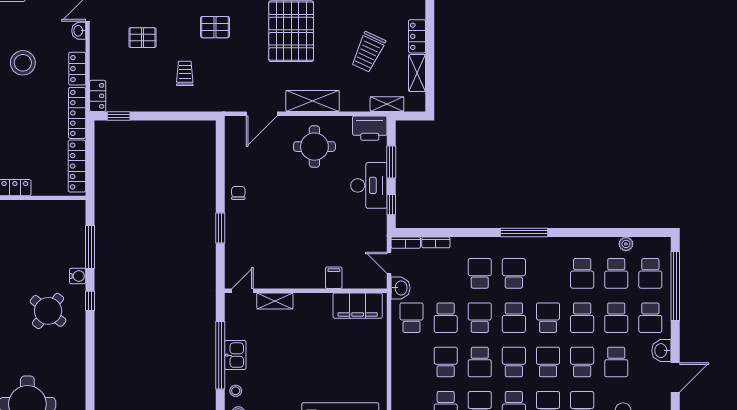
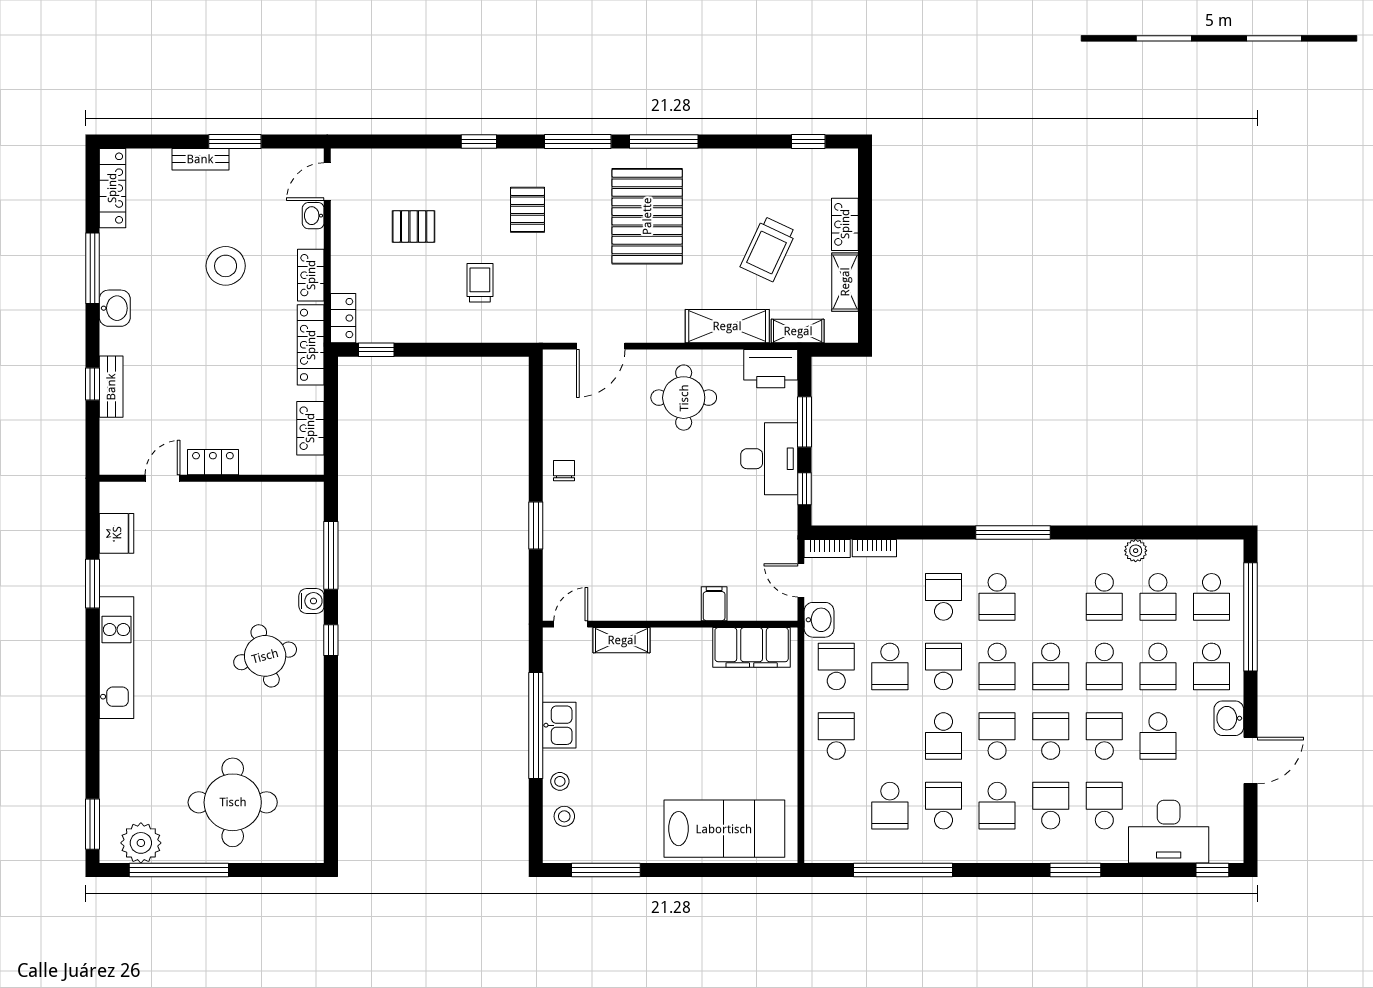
pallet: (215, 27) -> (527, 210), turned 90
shelving: (313, 101) -> (727, 326), moved
locker: (77, 166) -> (310, 428), width x0.66
plant: (626, 244) -> (1136, 551), moved
school desk: (514, 273) -> (997, 597), turned 180
round table: (48, 311) -> (265, 656), turned 36
school desk: (548, 318) -> (1051, 666), turned 180
school desk: (446, 362) -> (836, 736), moved

